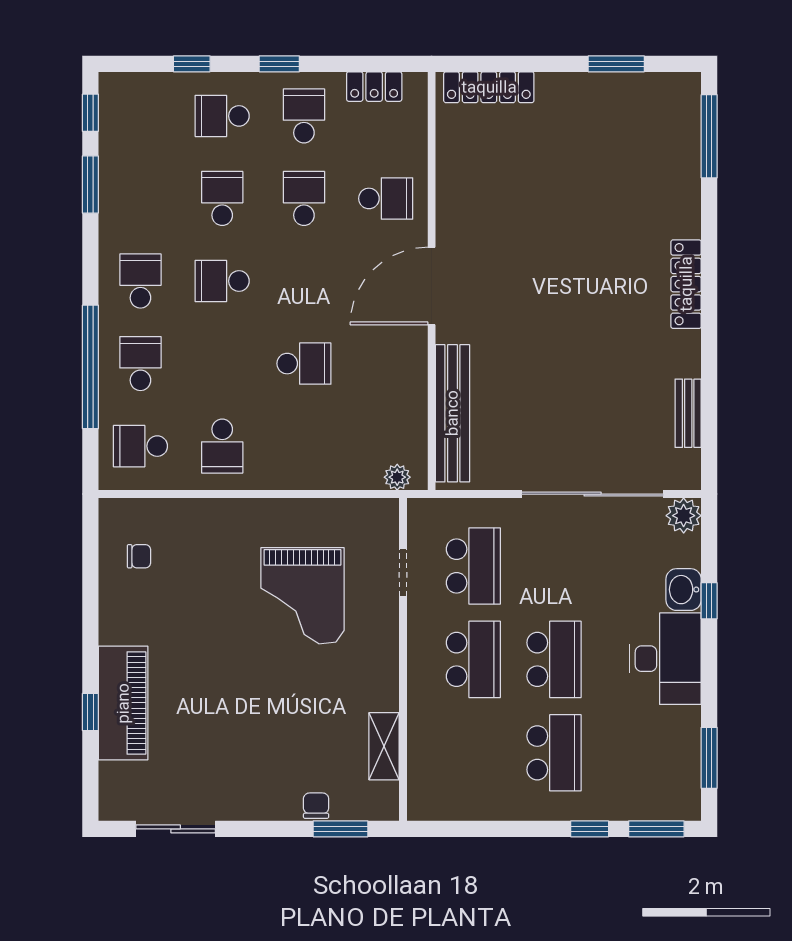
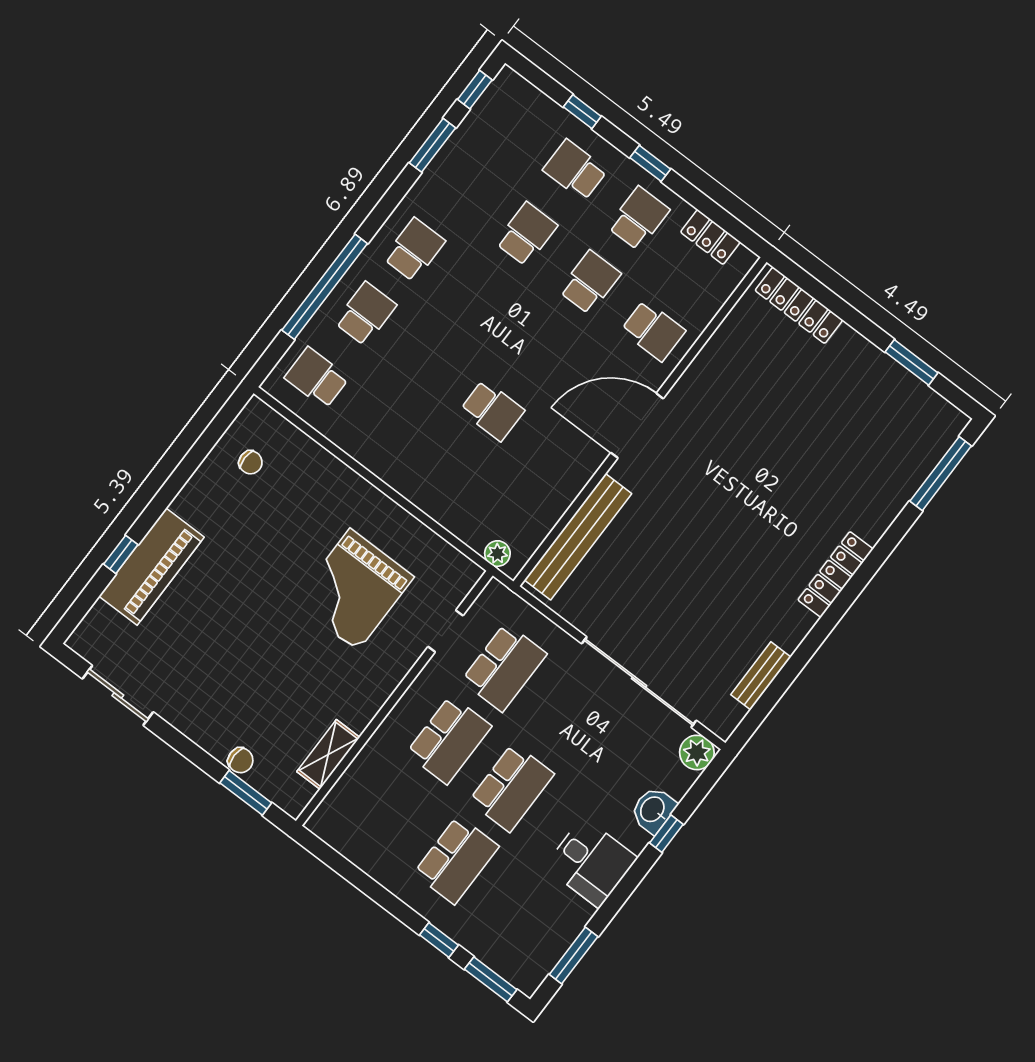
school desk: (222, 281) -> (478, 298), removed
school desk: (222, 446) -> (380, 426), removed
desk: (665, 659) -> (591, 862), width x0.73
chair: (316, 806) -> (240, 760), turned 90

